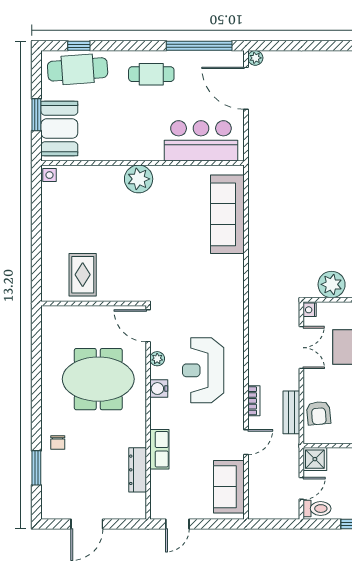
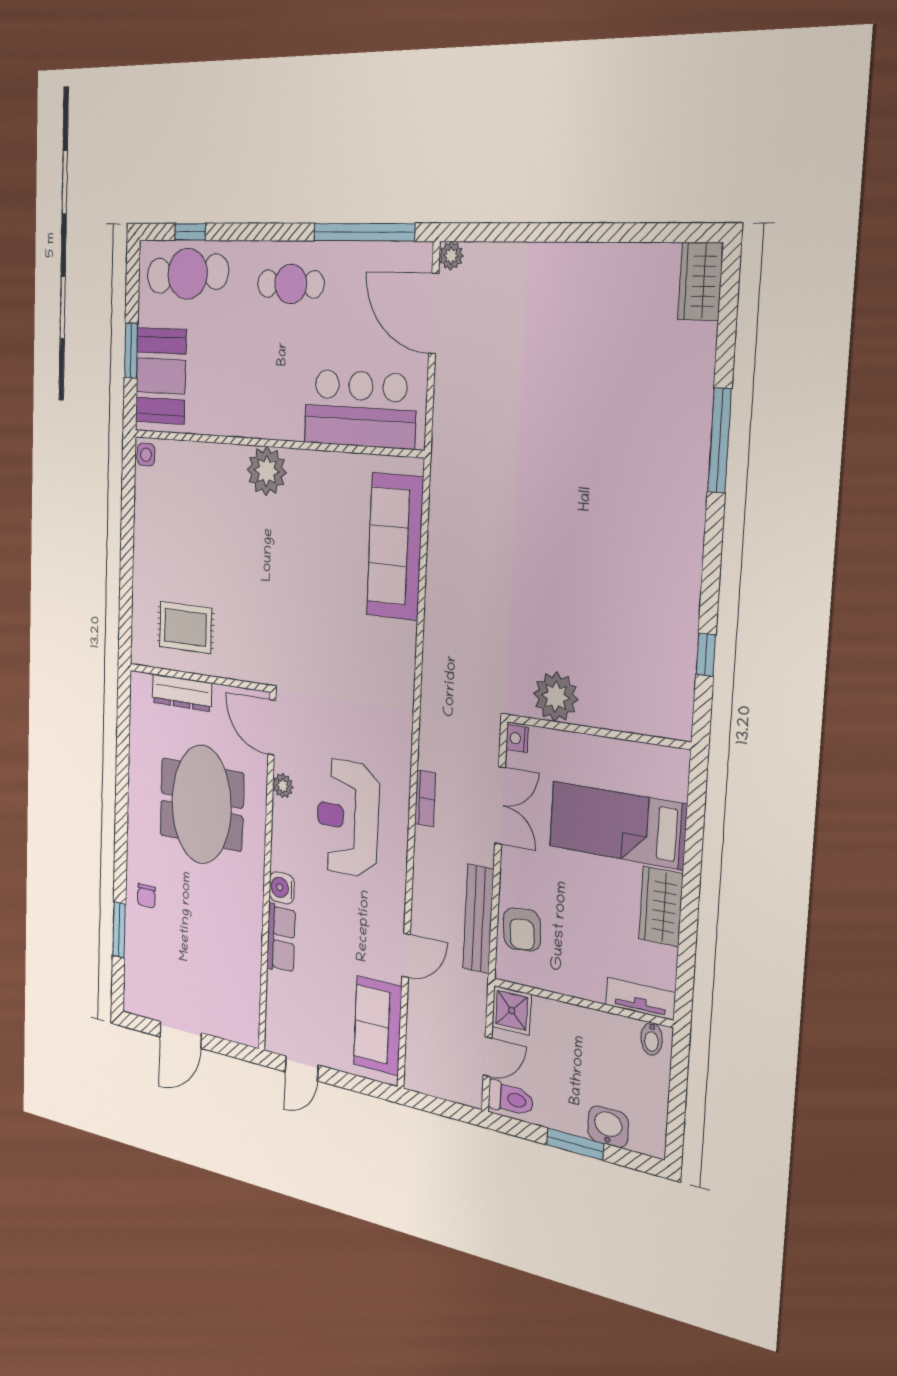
rug: (83, 275) -> (185, 627), turned 90
meeting table: (98, 379) -> (202, 804), turned 90
water cooler: (159, 389) -> (282, 888), moved
bookcase: (254, 401) -> (425, 798), moved
bench: (291, 412) -> (478, 919), width x1.36
dresser: (138, 470) -> (182, 693), moved, turned -90

